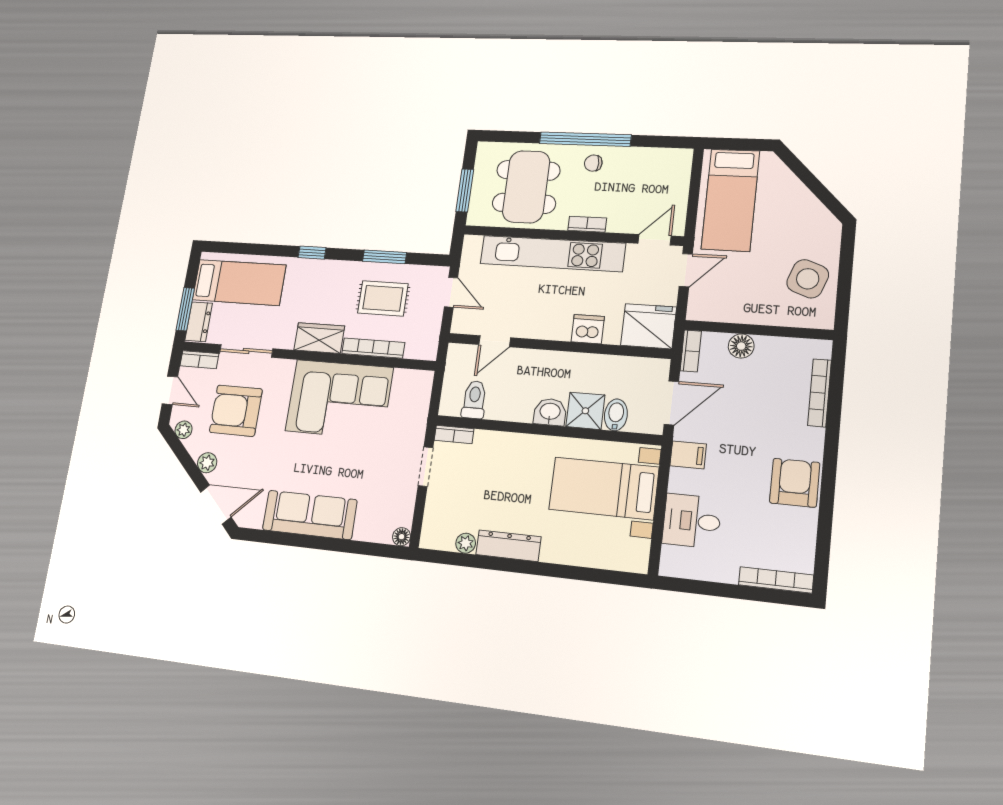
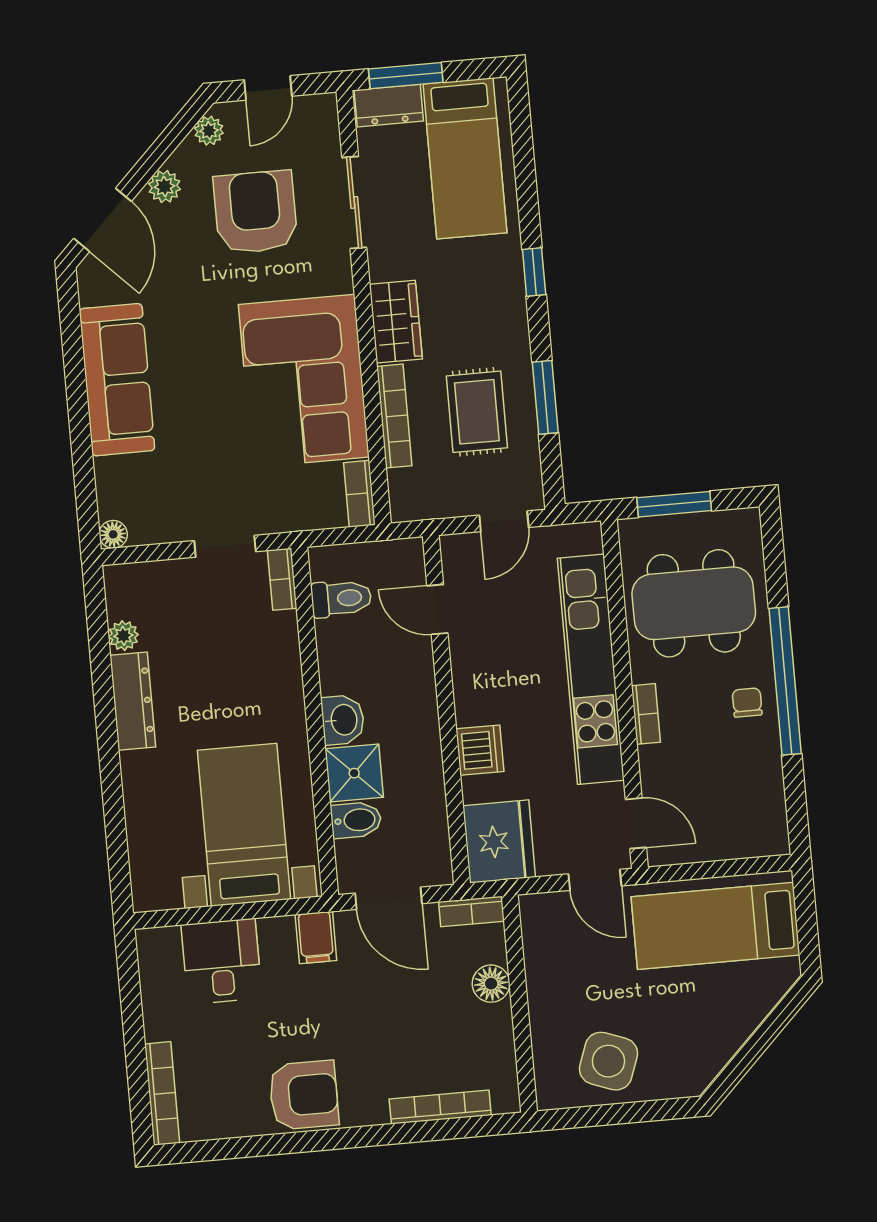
bookcase: (199, 360) -> (359, 494), moved

